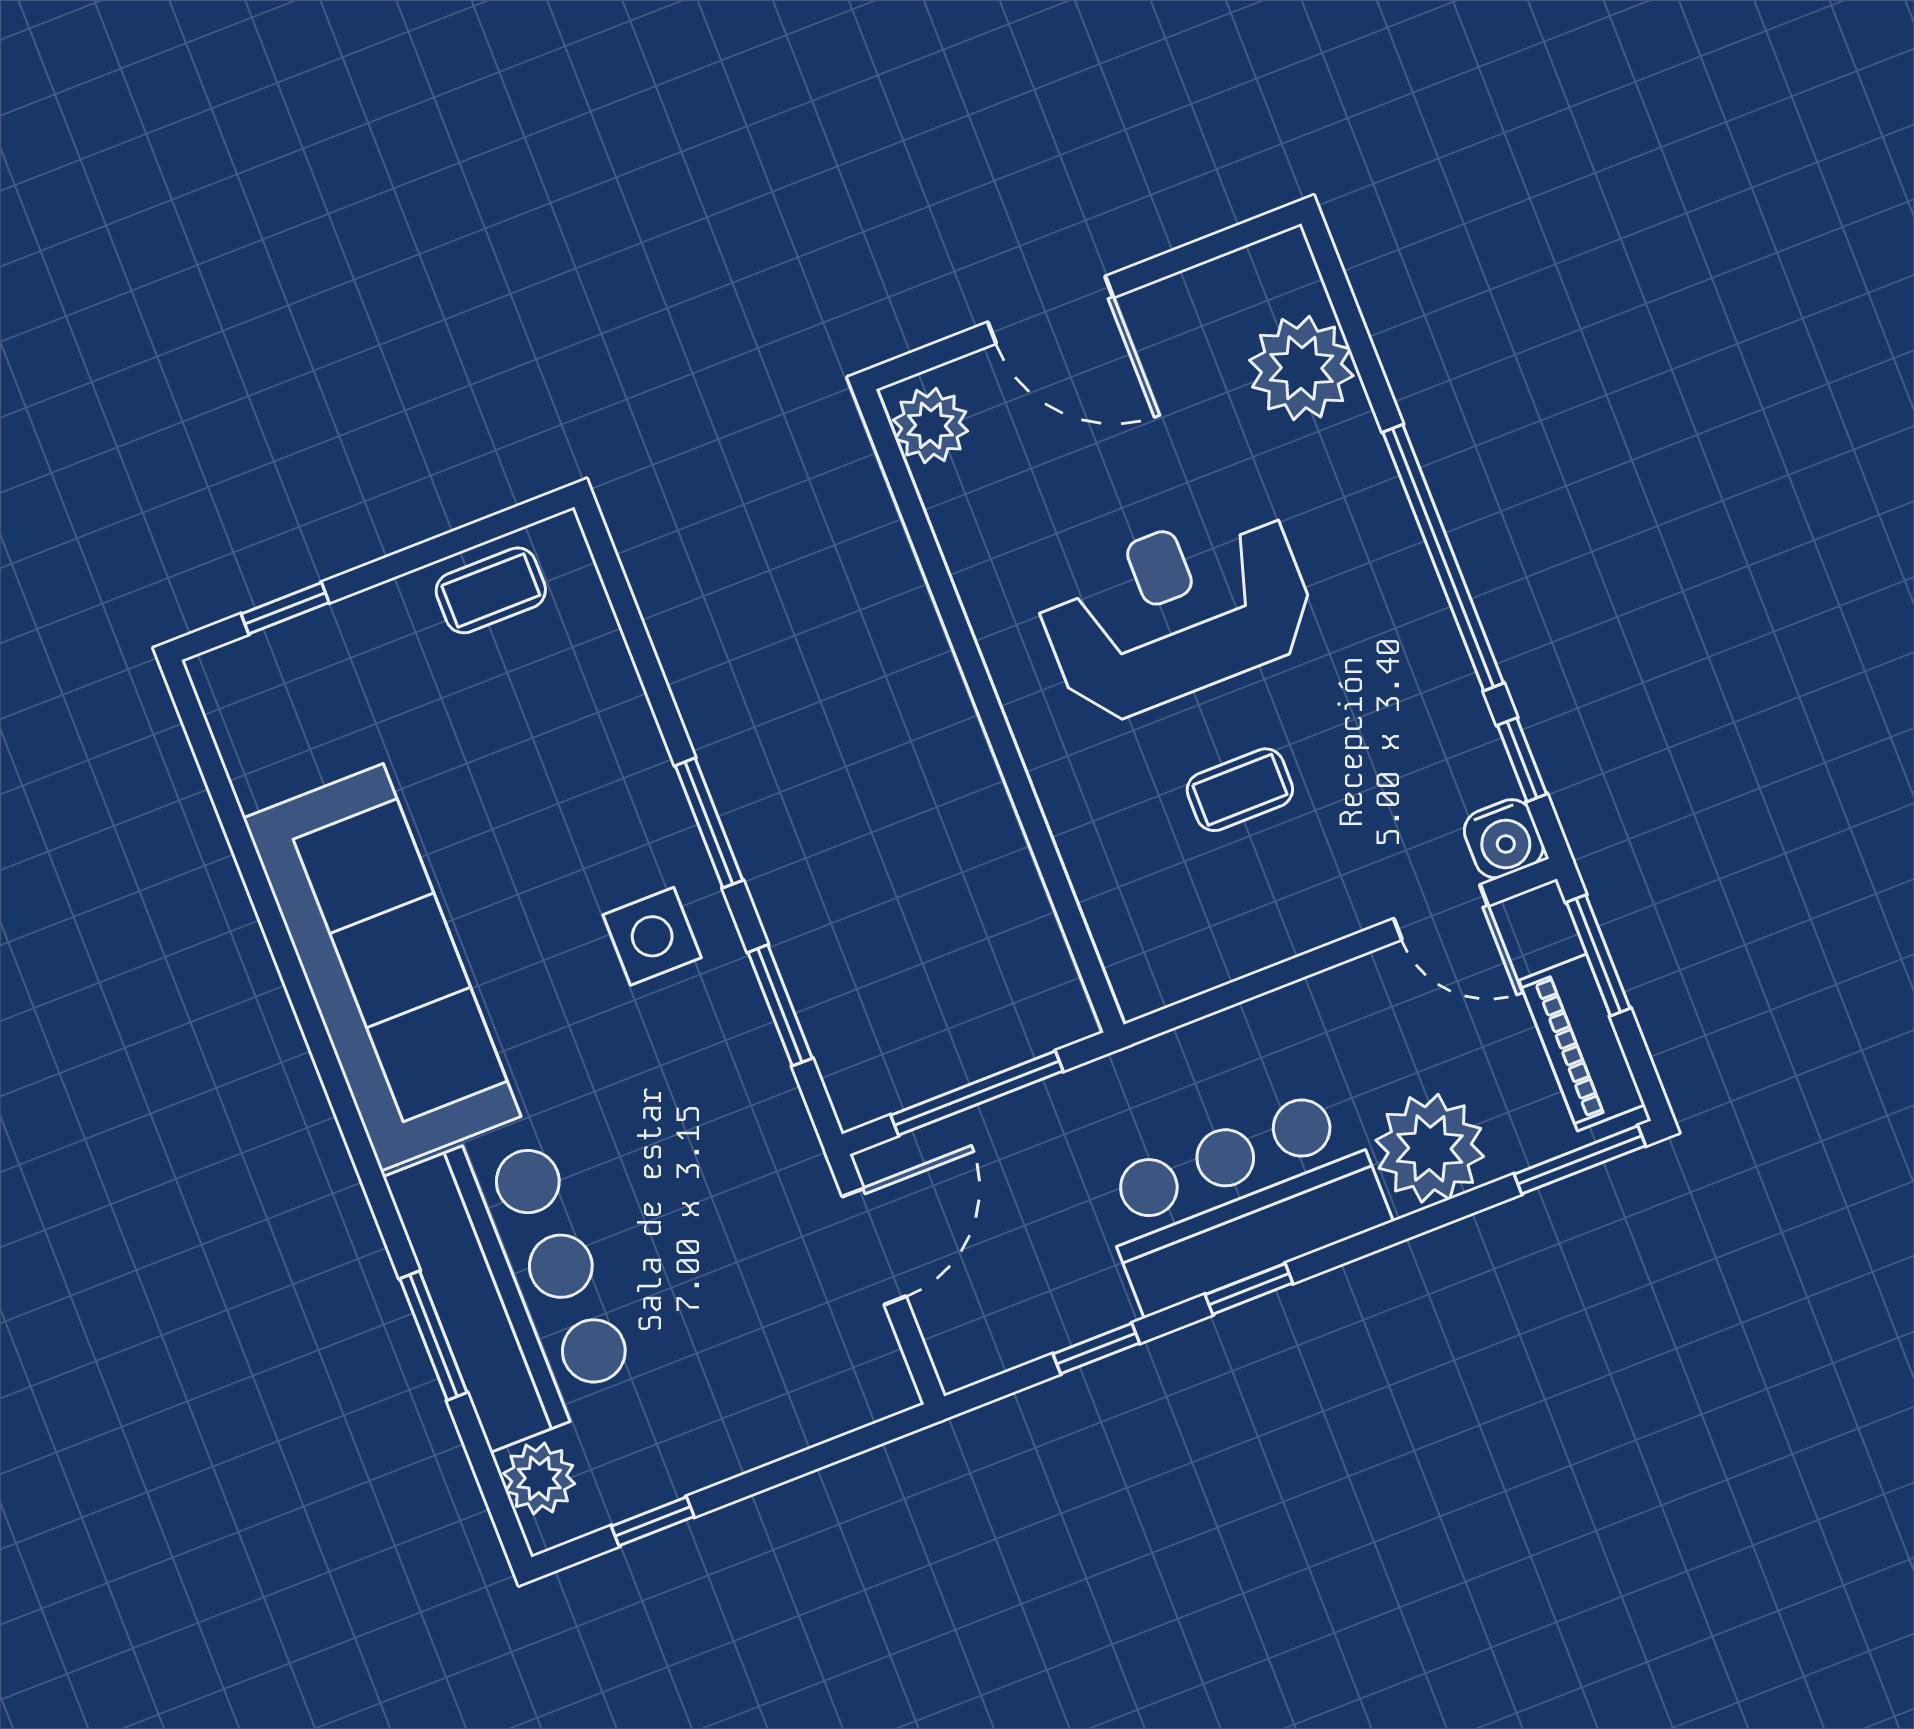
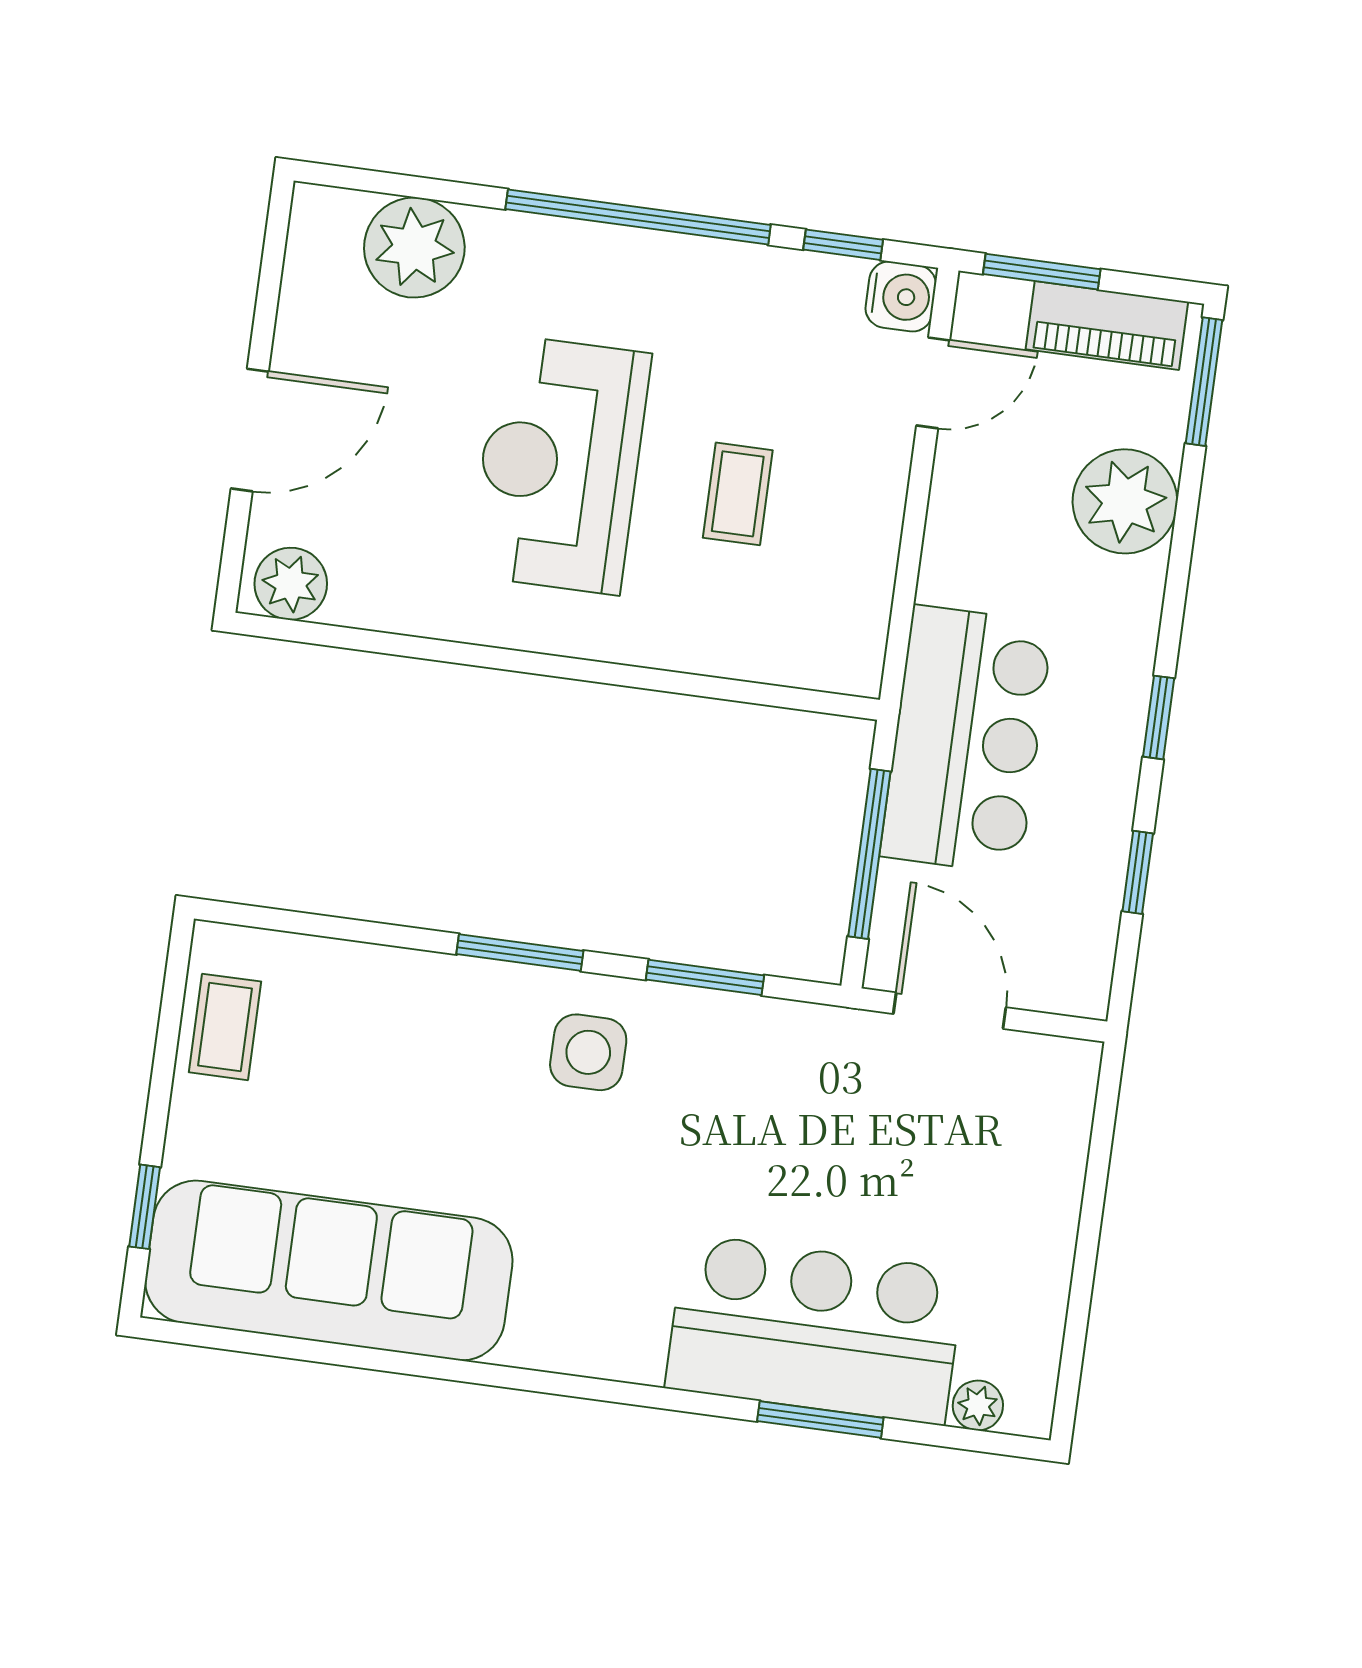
sofa: (382, 967) -> (329, 1270), moved
bar counter: (1242, 1201) -> (966, 740), moved, turned 180
plant: (539, 1478) -> (978, 1405), width x0.73, depth x0.73
window: (653, 1521) -> (1077, 1322), removed

